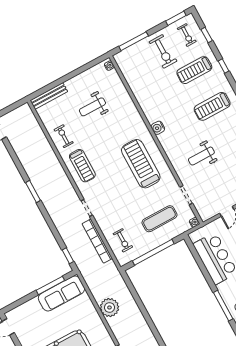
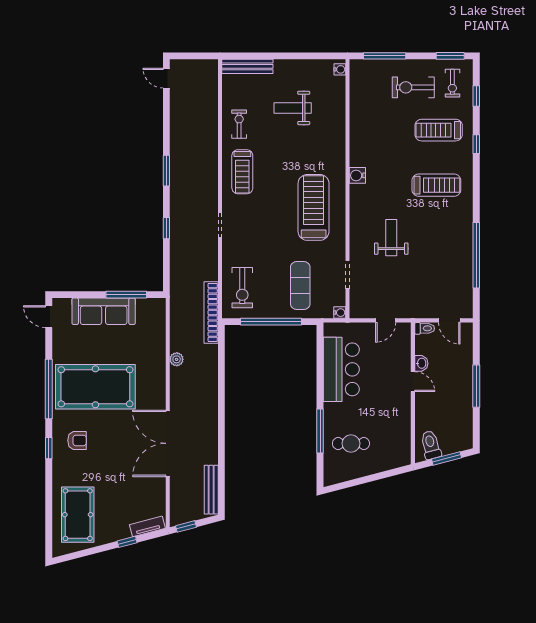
exercise bike: (163, 51) -> (413, 87), turned 90
treadmill: (212, 106) -> (436, 185), turned 180
weight bench: (201, 156) -> (391, 238), turned 90
exercise mat: (159, 219) -> (300, 285), turned 90
exercise bike: (123, 240) -> (242, 288), width x1.38, depth x1.39
bookcase: (97, 241) -> (211, 312), moved
window: (68, 256) -> (166, 228), moved
sofa: (61, 293) -> (104, 311), moved
plant: (109, 307) -> (177, 359), width x0.53, depth x0.53

